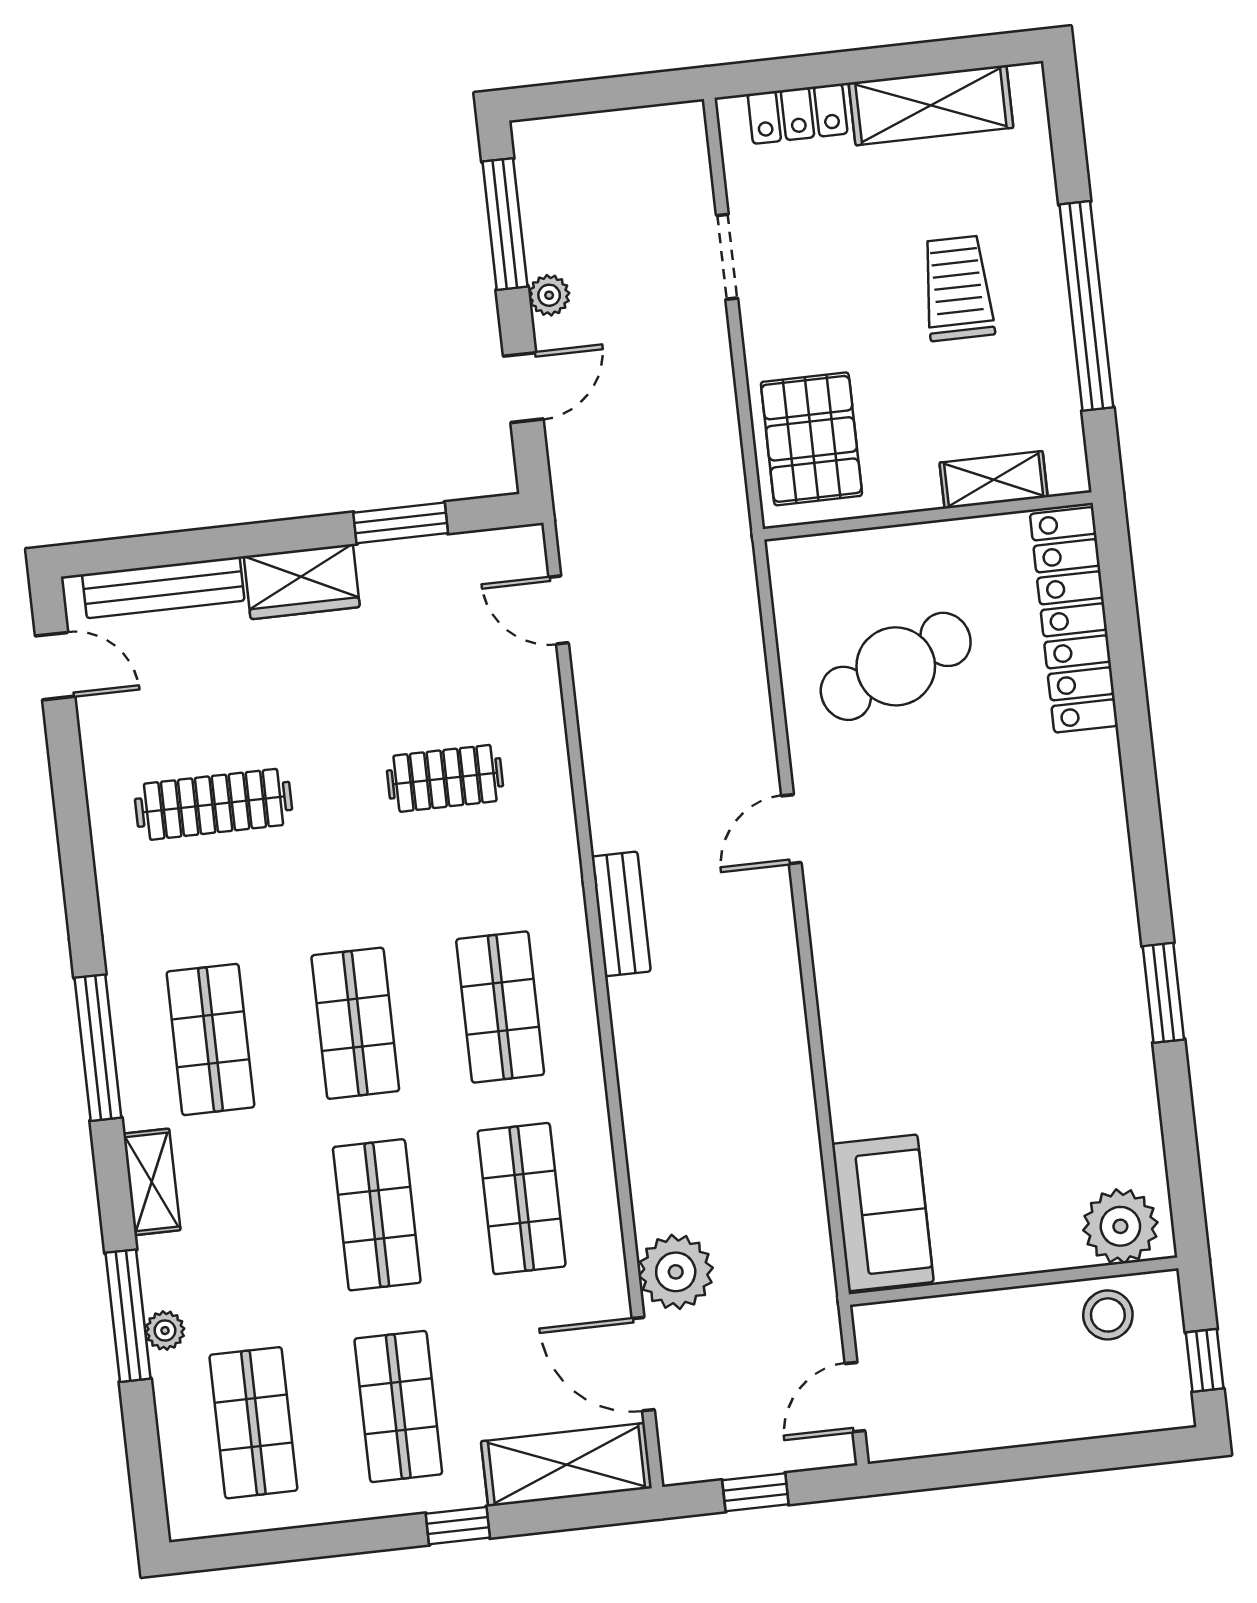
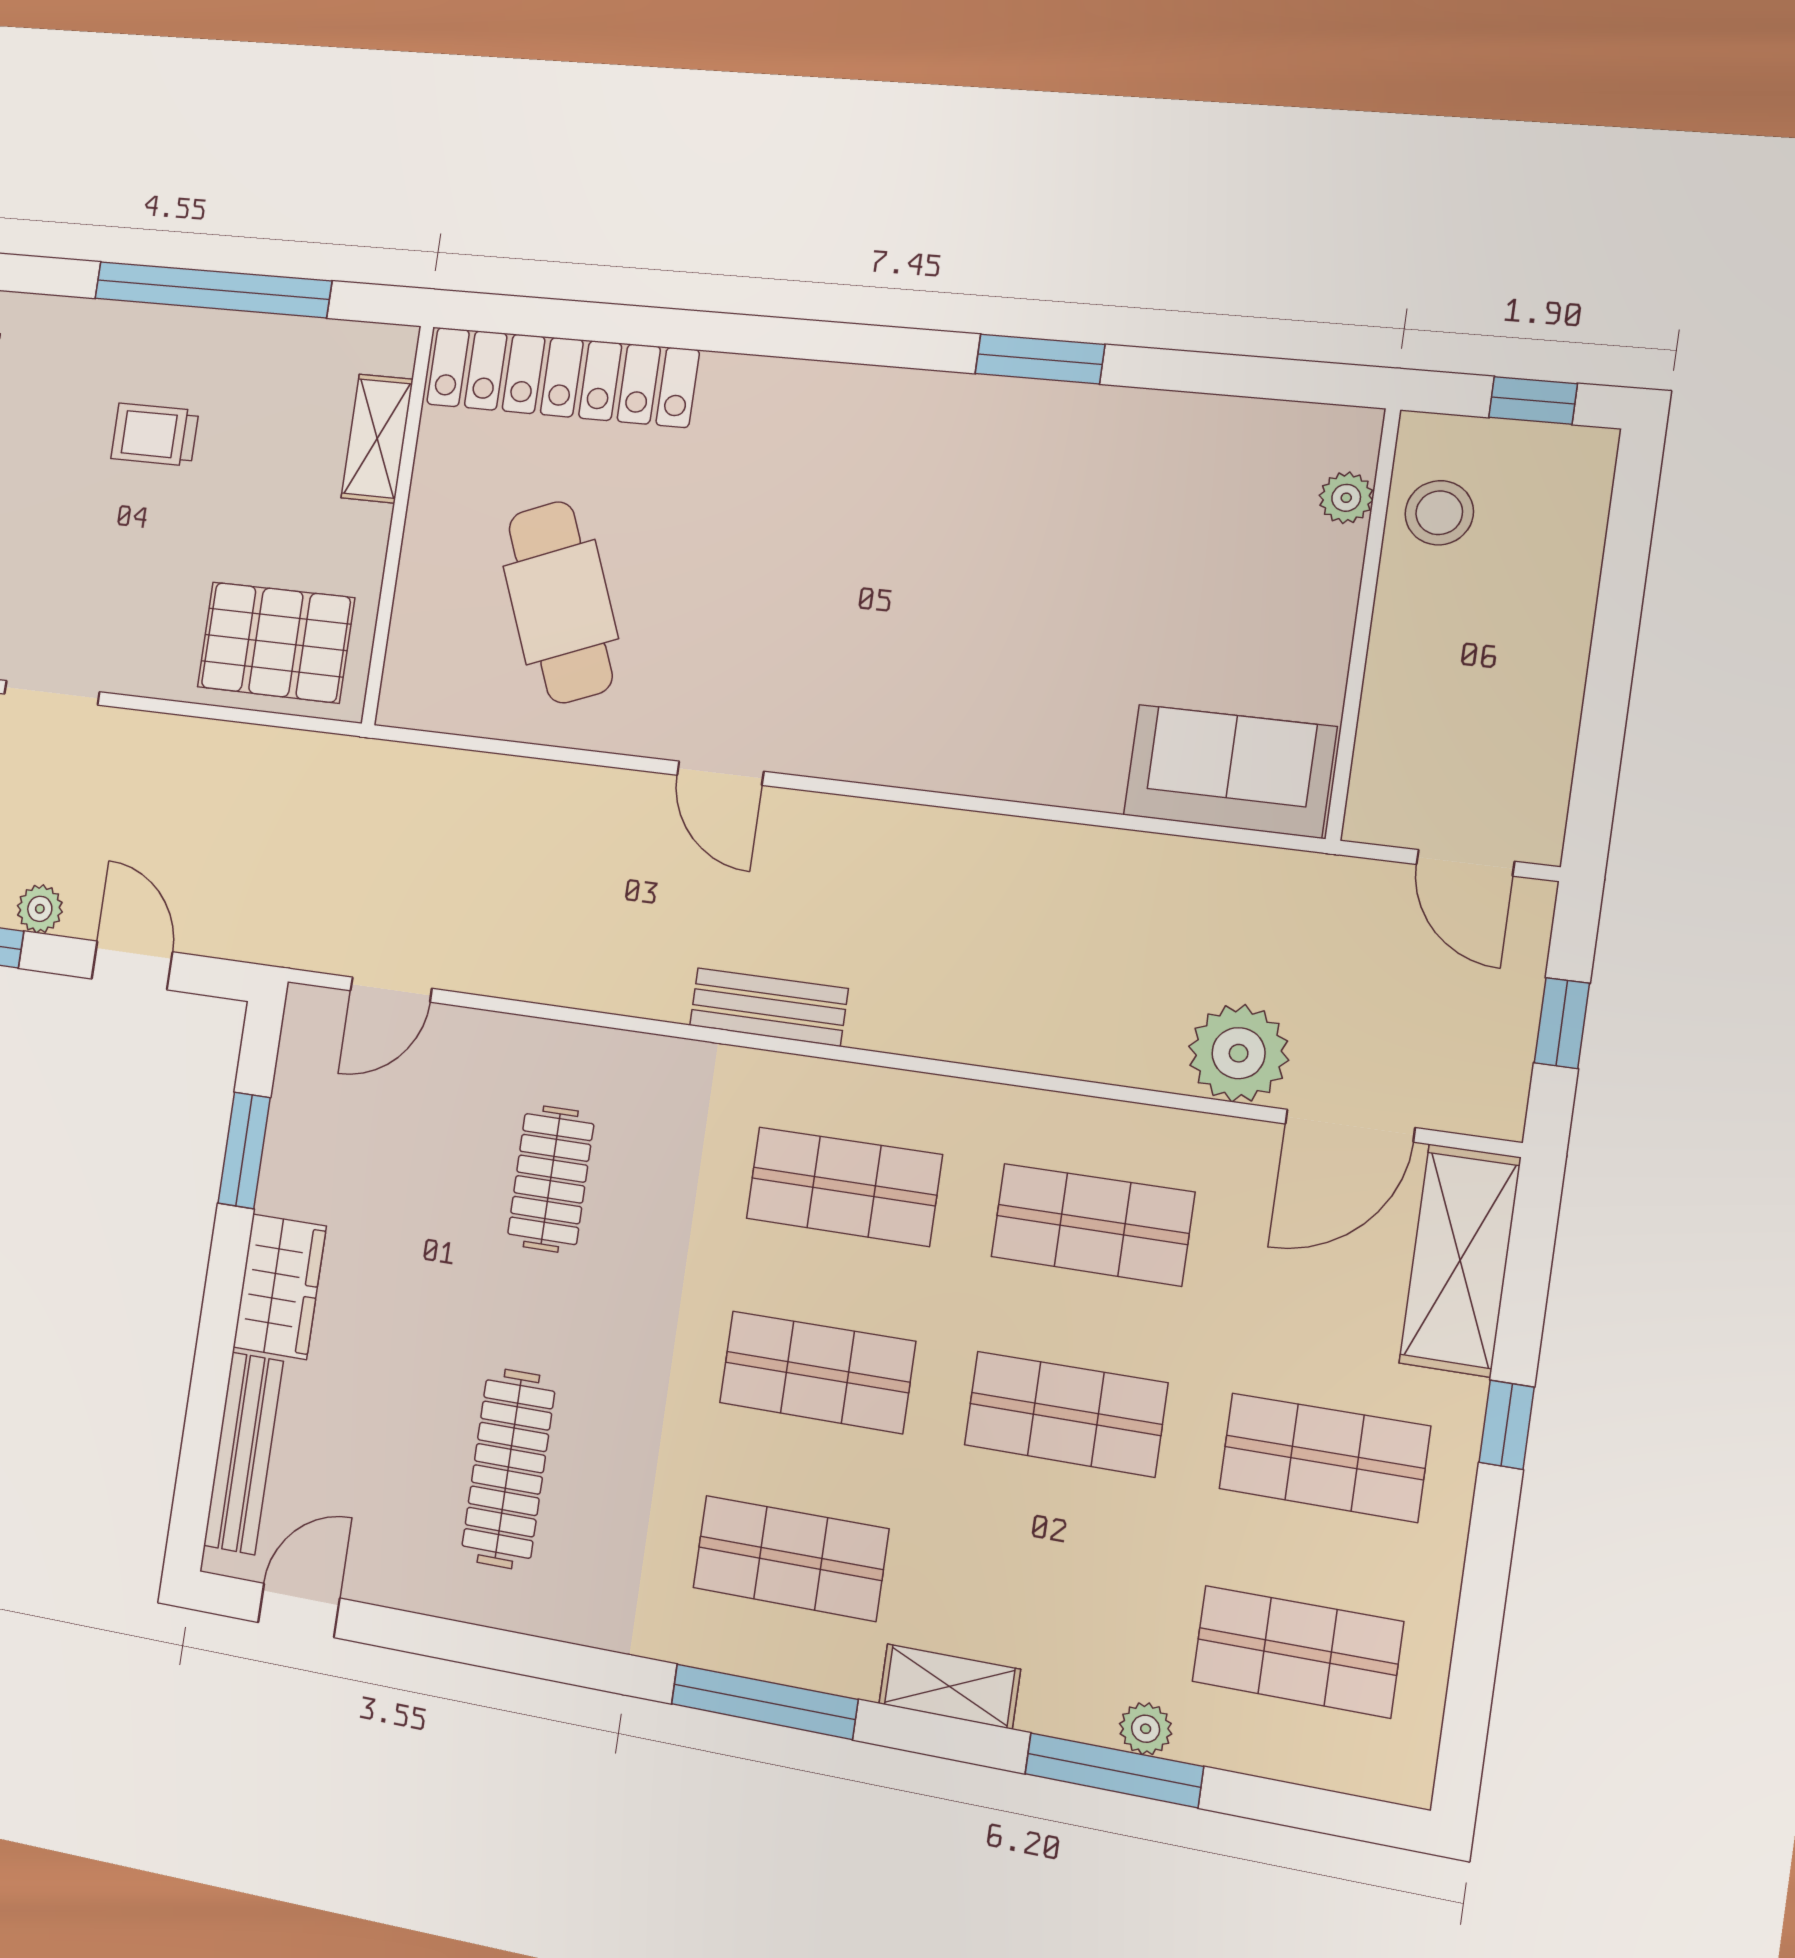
trolley: (958, 288) -> (155, 435), width x0.73, depth x0.72
plant: (1120, 1226) -> (1346, 498), width x0.53, depth x0.53

